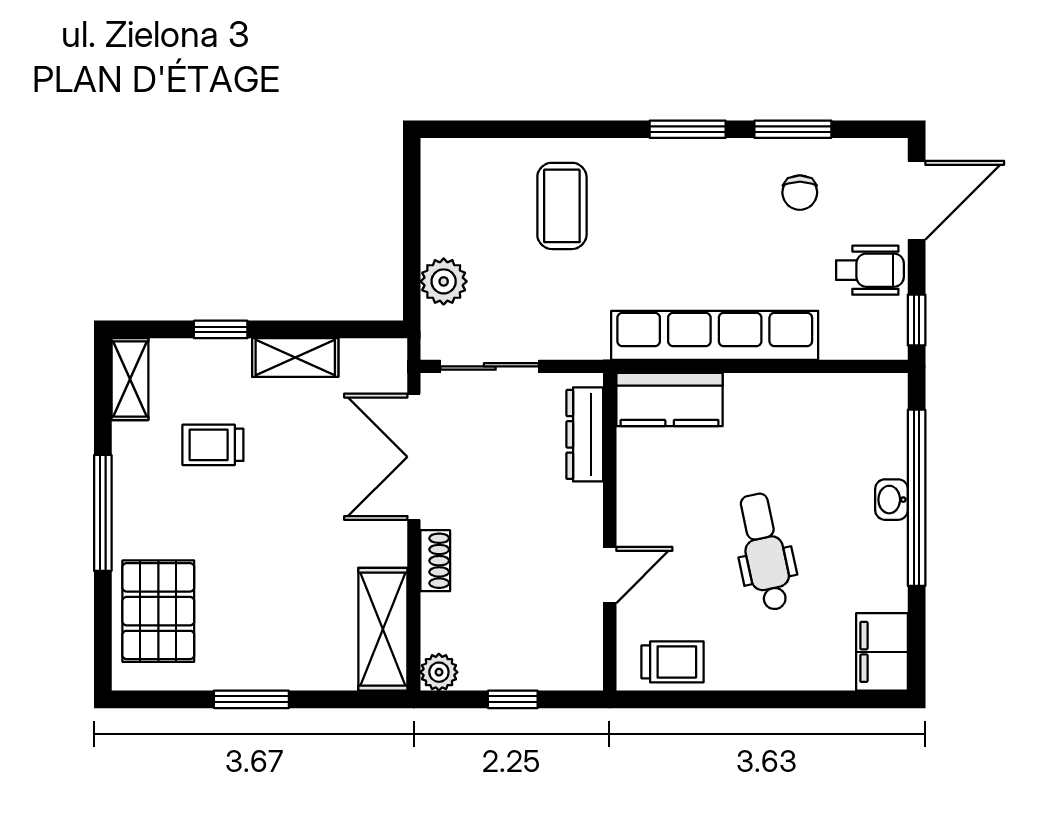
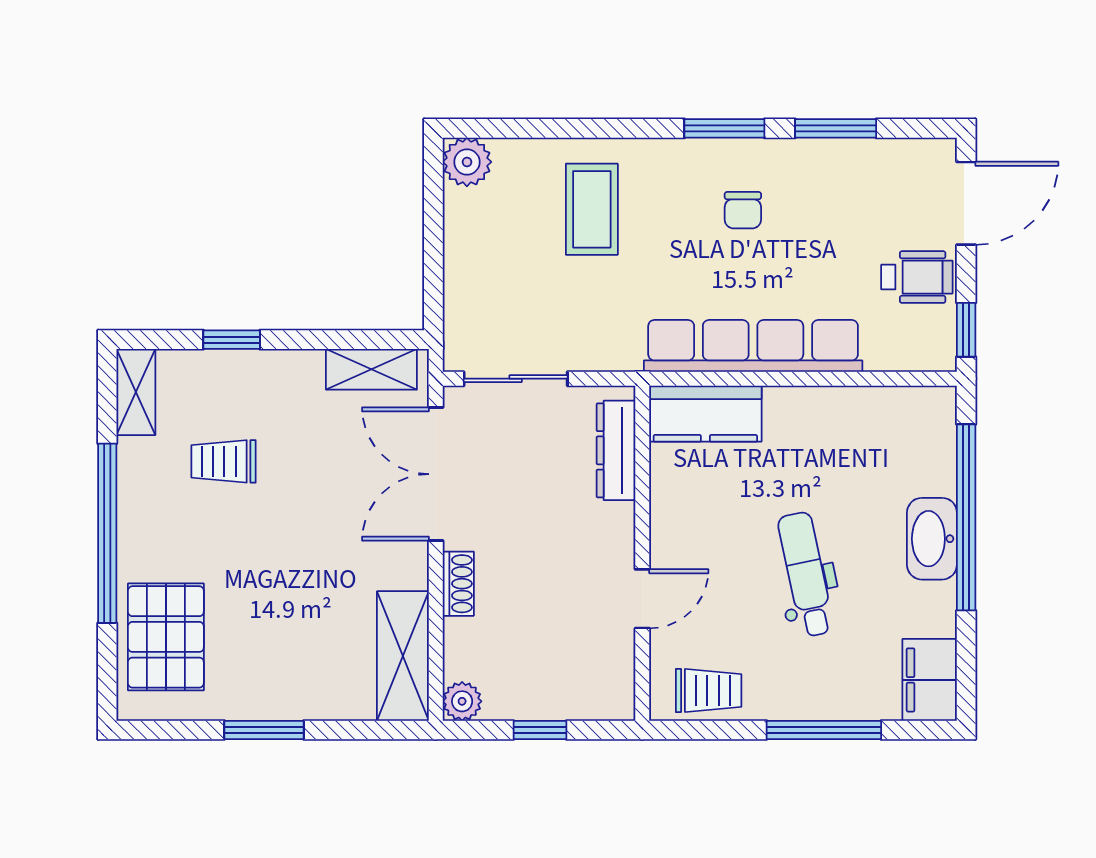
chair: (800, 193) -> (743, 210), moved
plant: (444, 281) -> (467, 162), moved
shelving: (295, 358) -> (371, 369), moved
washbasin: (892, 500) -> (932, 539), width x1.91, depth x1.45
window: (103, 513) -> (107, 533), width x1.46
window: (782, 699) -> (824, 730), added

